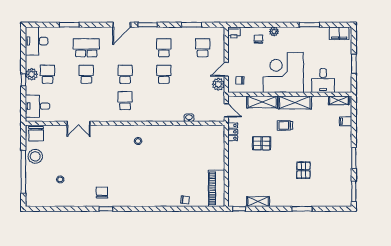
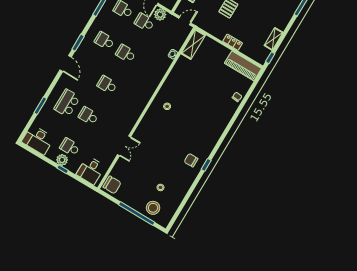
school desk: (125, 101) -> (144, 22), moved
shelving: (209, 131) -> (193, 44), added
locker: (233, 132) -> (233, 42), moved
stool: (35, 156) -> (153, 208), moved

